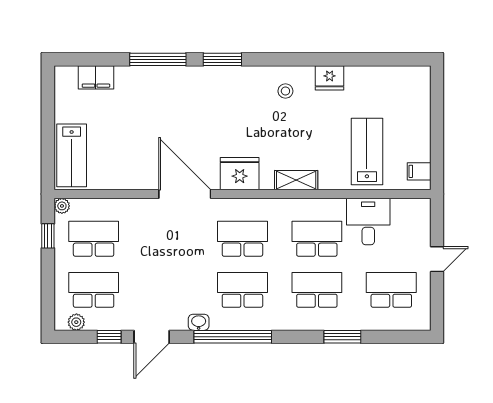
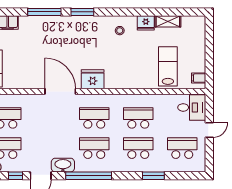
shelving: (296, 180) -> (168, 21), moved
desk: (368, 221) -> (192, 107), moved, turned 90
washbasin: (199, 322) -> (63, 165), width x1.91, depth x1.45

